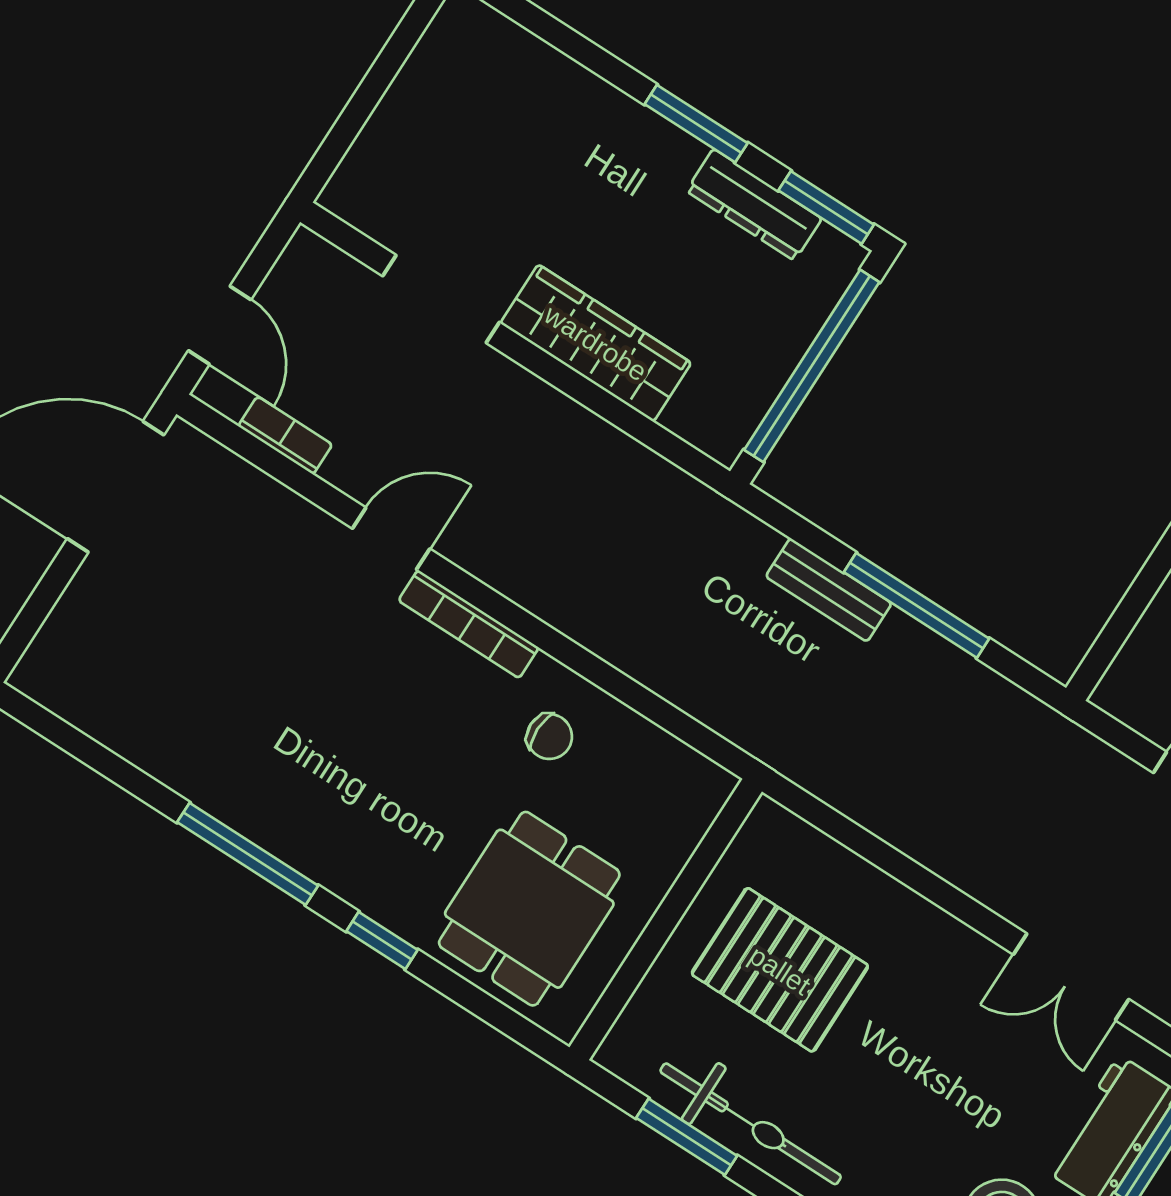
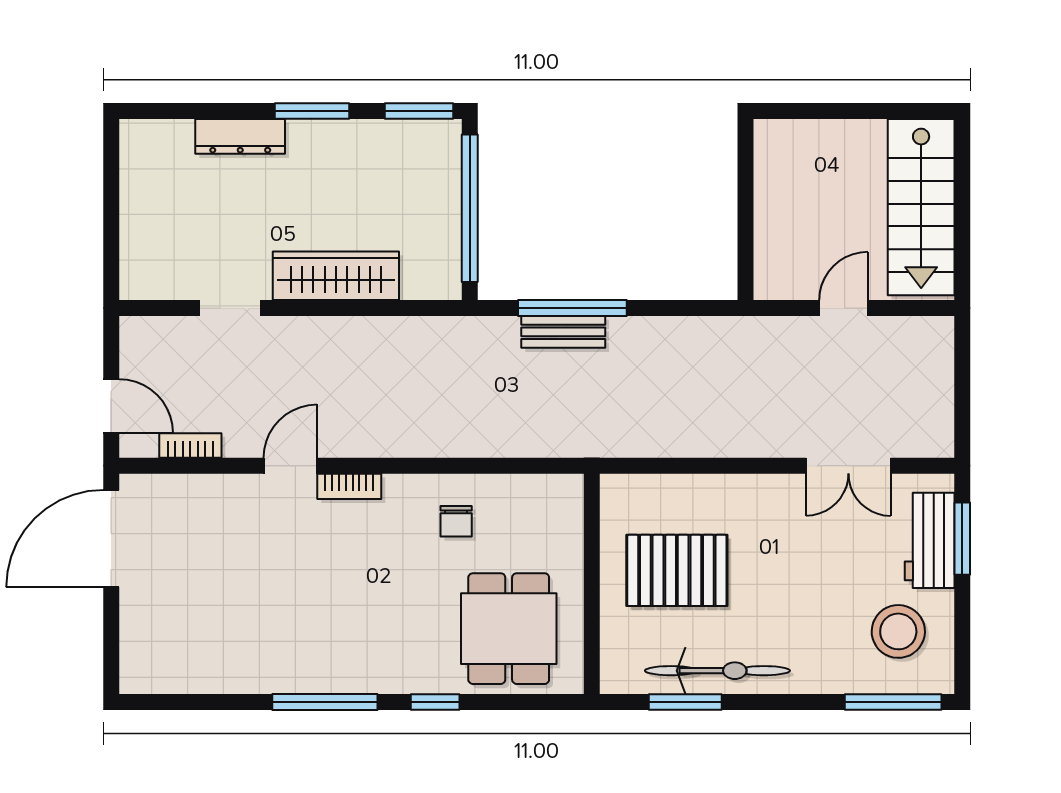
dresser: (754, 205) -> (240, 136), moved
doorway: (441, 299) -> (230, 308), width x0.73
window: (916, 605) -> (572, 308), moved
bookcase: (469, 624) -> (349, 486), width x0.64
chair: (550, 737) -> (456, 521), turned 90

